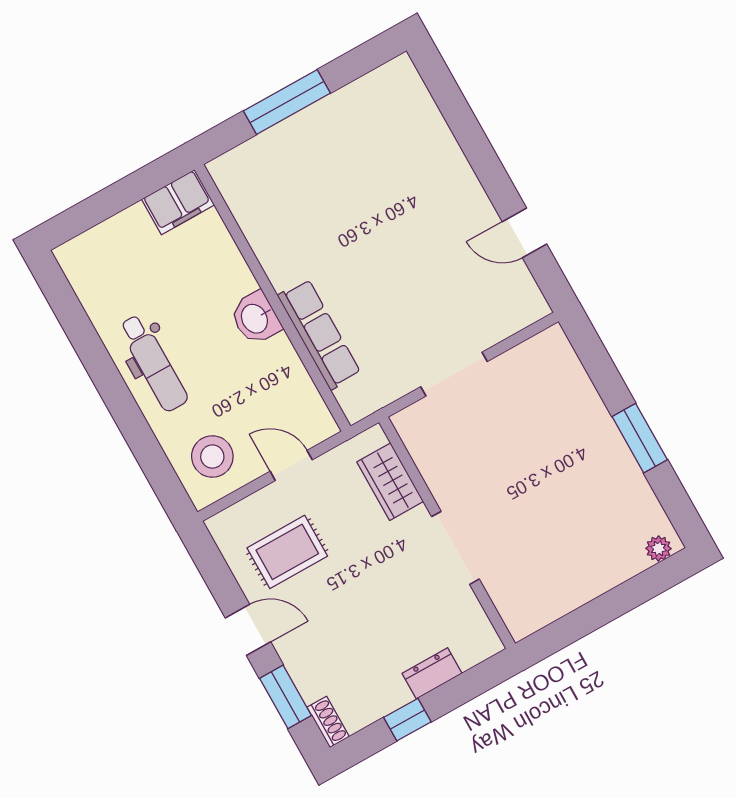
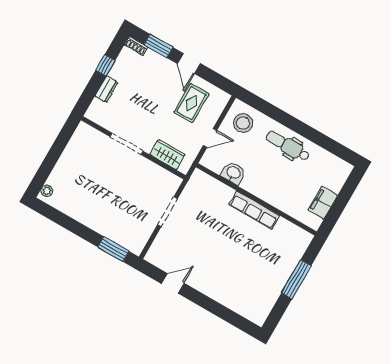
filing cabinet: (178, 202) -> (323, 203), moved
washbasin: (255, 318) -> (233, 173), moved
row of seats: (319, 334) -> (254, 210), moved
window: (640, 438) -> (113, 249), moved
door: (248, 630) -> (189, 63), hinge flipped

